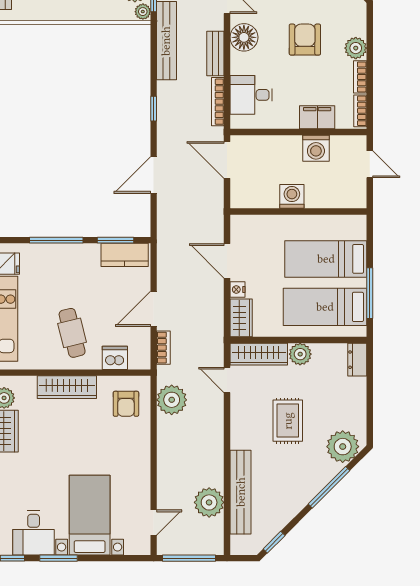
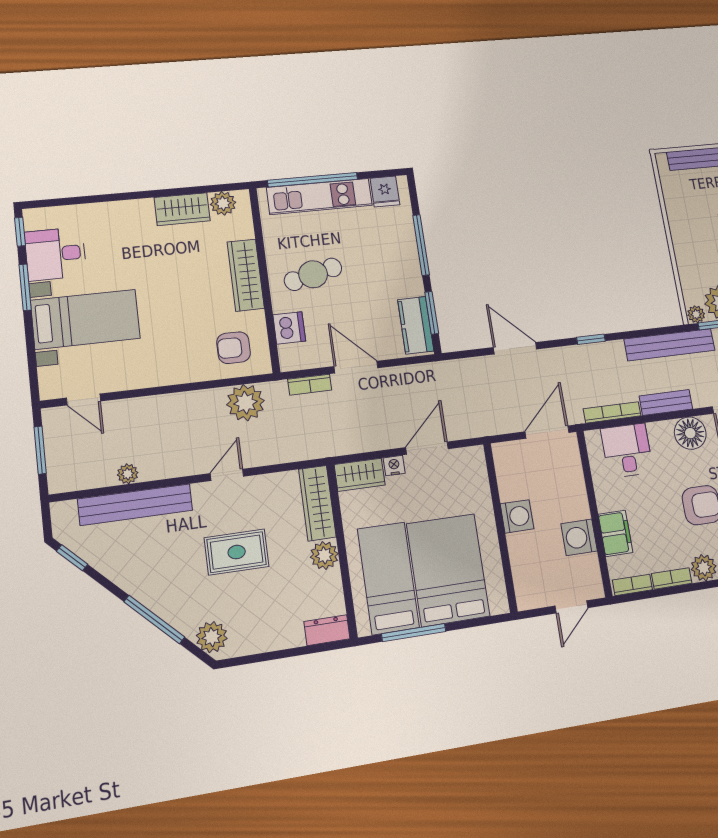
bed: (326, 259) -> (448, 570), width x1.50
door: (227, 380) -> (227, 475), moved
plant: (343, 447) -> (212, 637), width x0.73, depth x0.73
plant: (209, 502) -> (128, 474), width x0.53, depth x0.53
window: (189, 558) -> (40, 450), width x0.69

